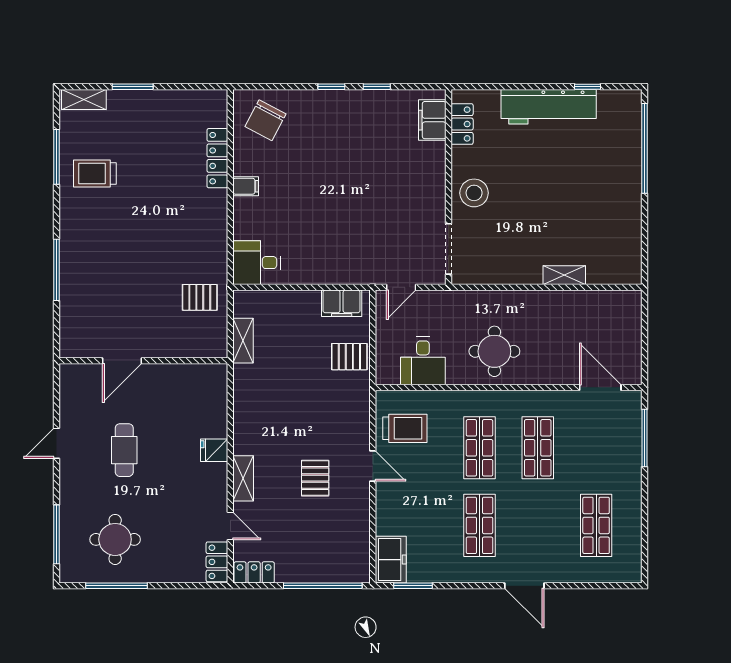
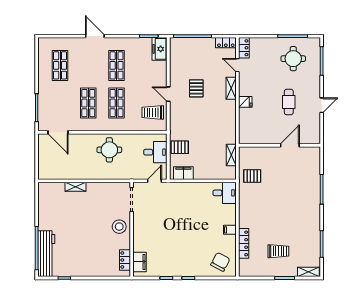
workbench: (549, 107) -> (46, 254), moved, turned 90
trolley: (95, 173) -> (278, 251), moved
desk: (423, 361) -> (155, 152), moved, turned 90

